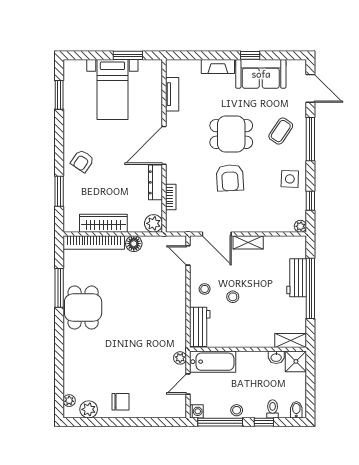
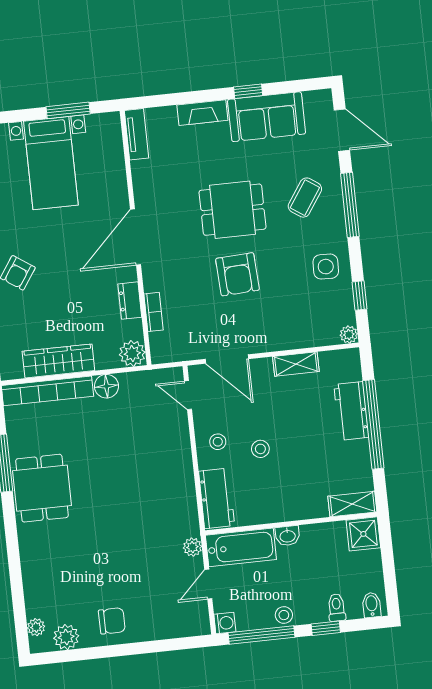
tv unit: (172, 94) -> (136, 134), moved
dresser: (156, 182) -> (130, 301), width x0.70
shelving: (248, 242) -> (296, 364), moved
washbasin: (276, 357) -> (288, 536), moved

